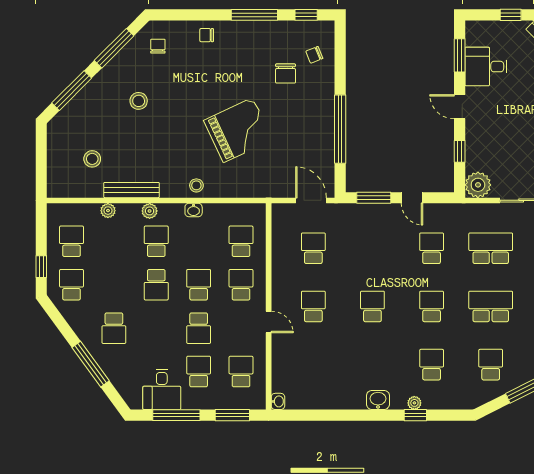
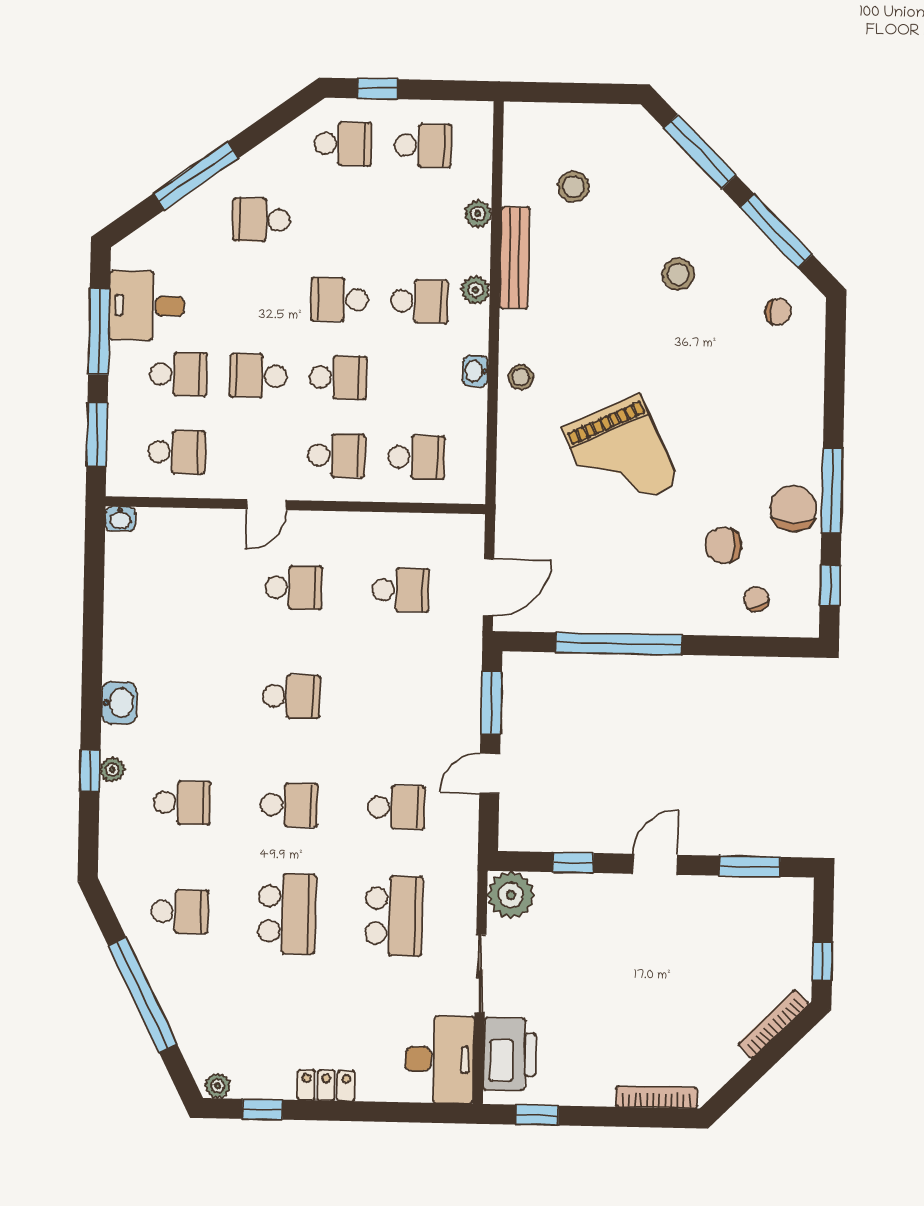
chair: (207, 35) -> (793, 509), moved, width x1.87, depth x1.87
desk: (486, 67) -> (728, 914), removed

